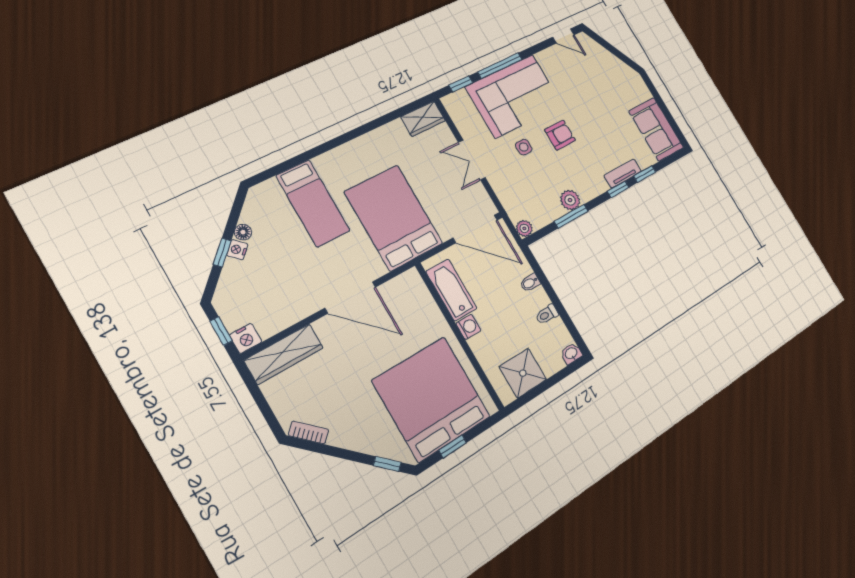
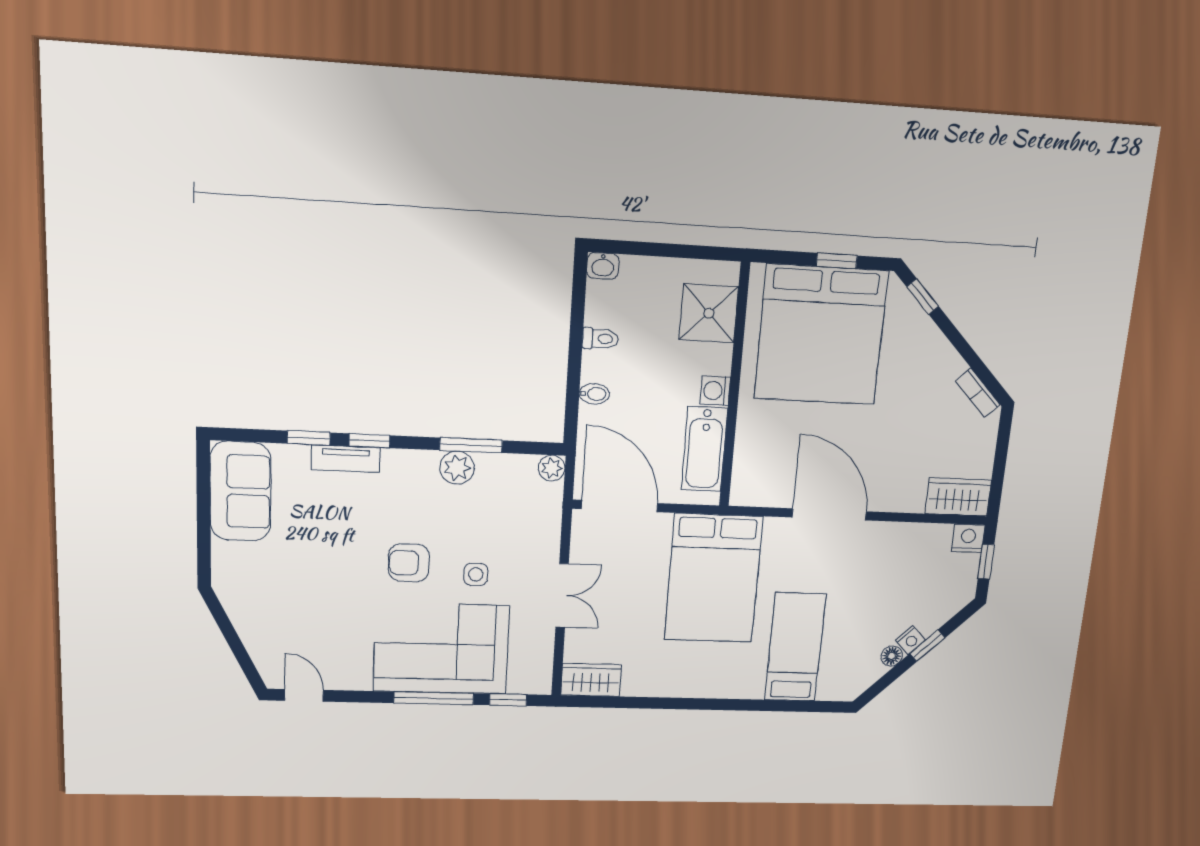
wardrobe: (284, 354) -> (958, 497), width x0.67
shower: (523, 373) -> (709, 313), moved

